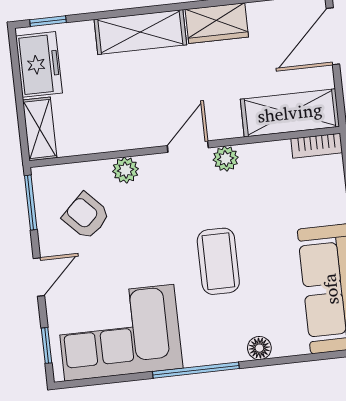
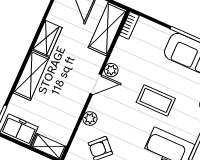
door: (188, 147) -> (96, 84), swing flipped

